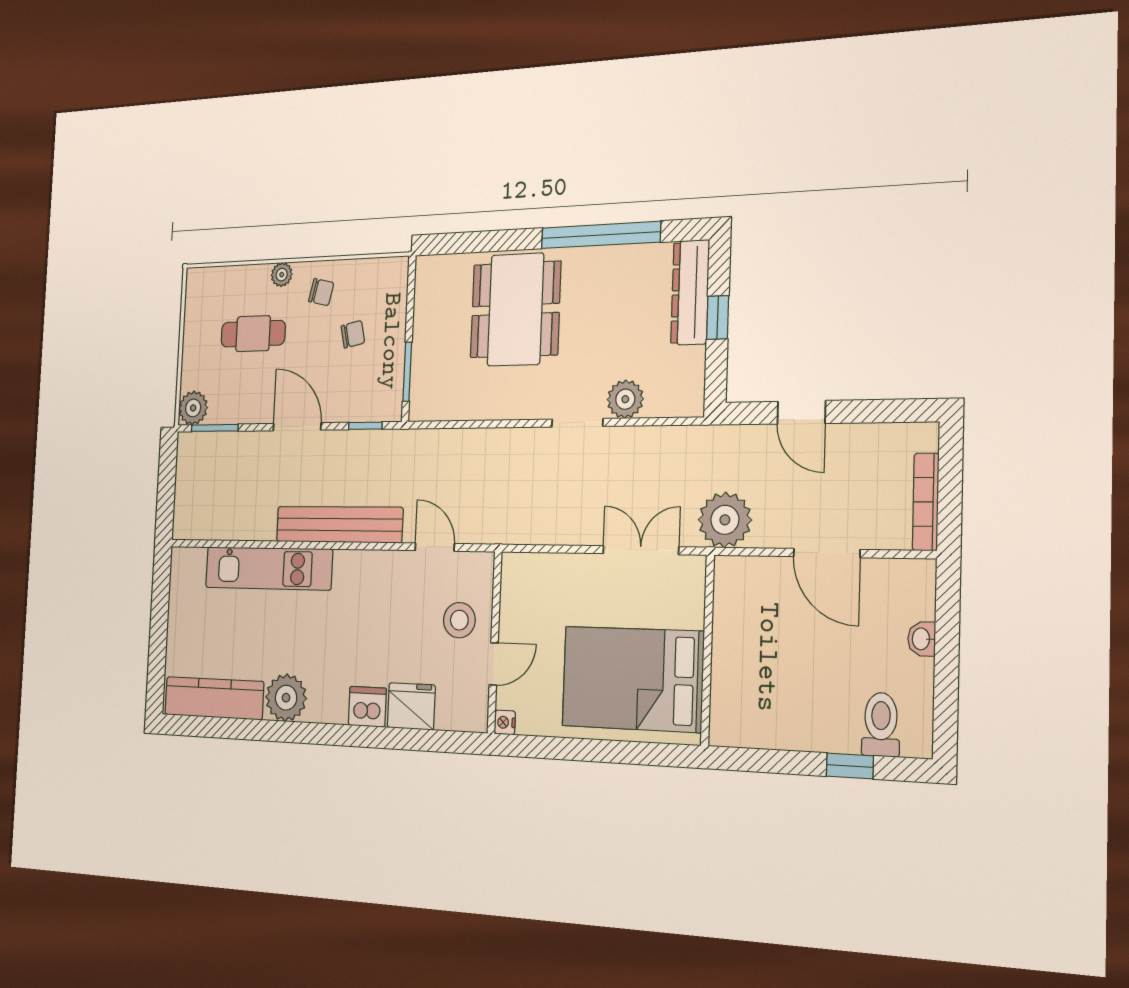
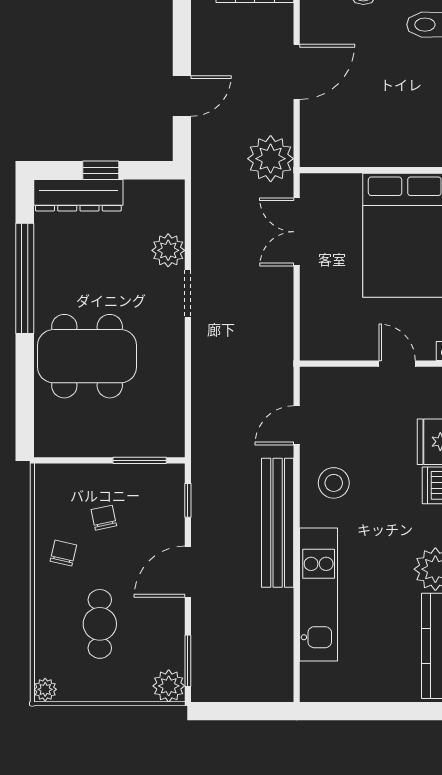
plant: (282, 275) -> (45, 689), moved
stool: (459, 620) -> (334, 483), moved

